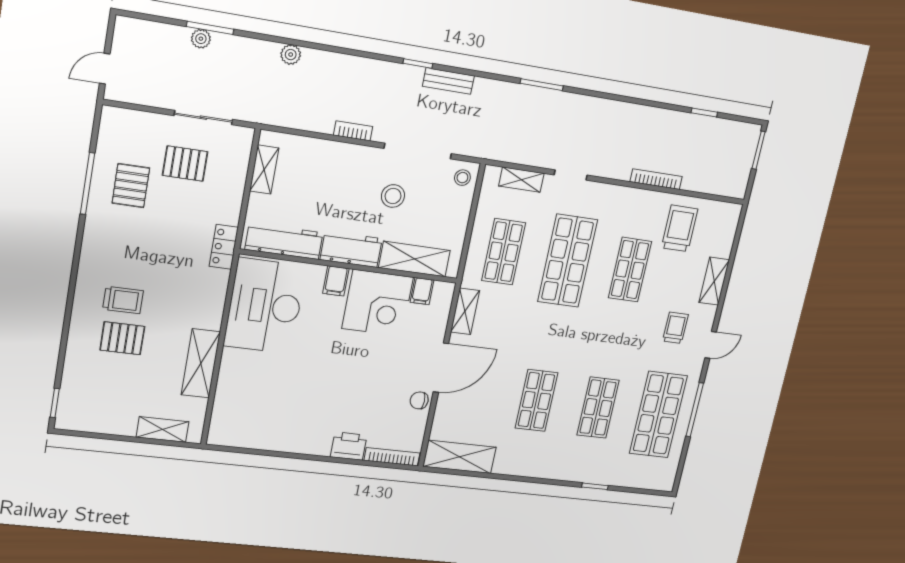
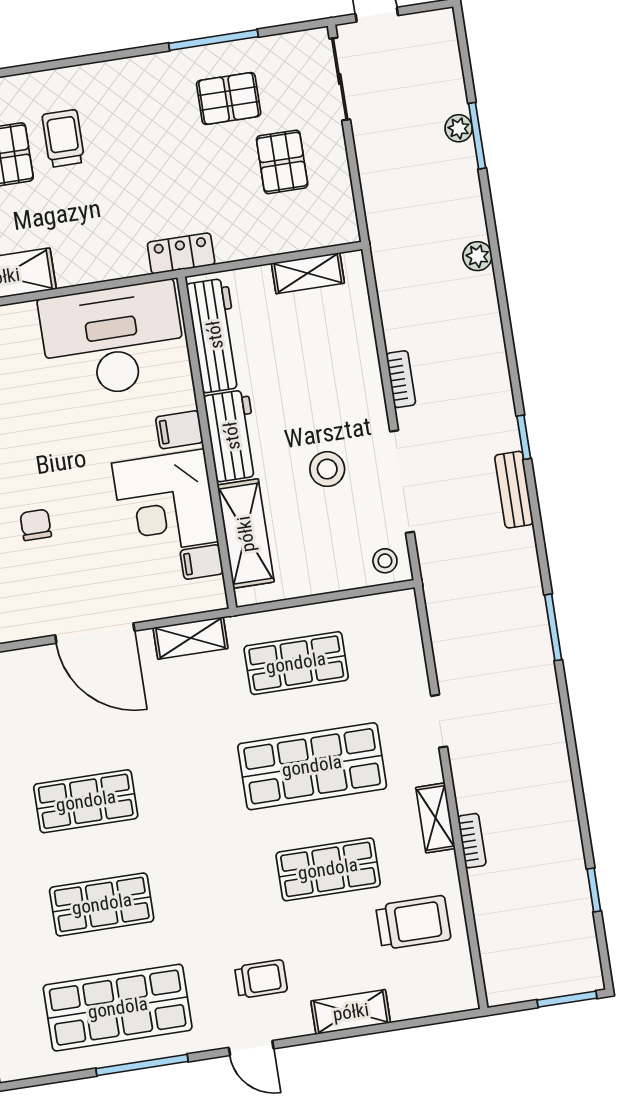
sliding door: (203, 118) -> (340, 79), moved
bookcase: (656, 179) -> (472, 841), width x0.64
shelving: (521, 180) -> (435, 818), moved
trolley: (123, 300) -> (63, 138), turned 180
chair: (419, 400) -> (36, 525), moved

